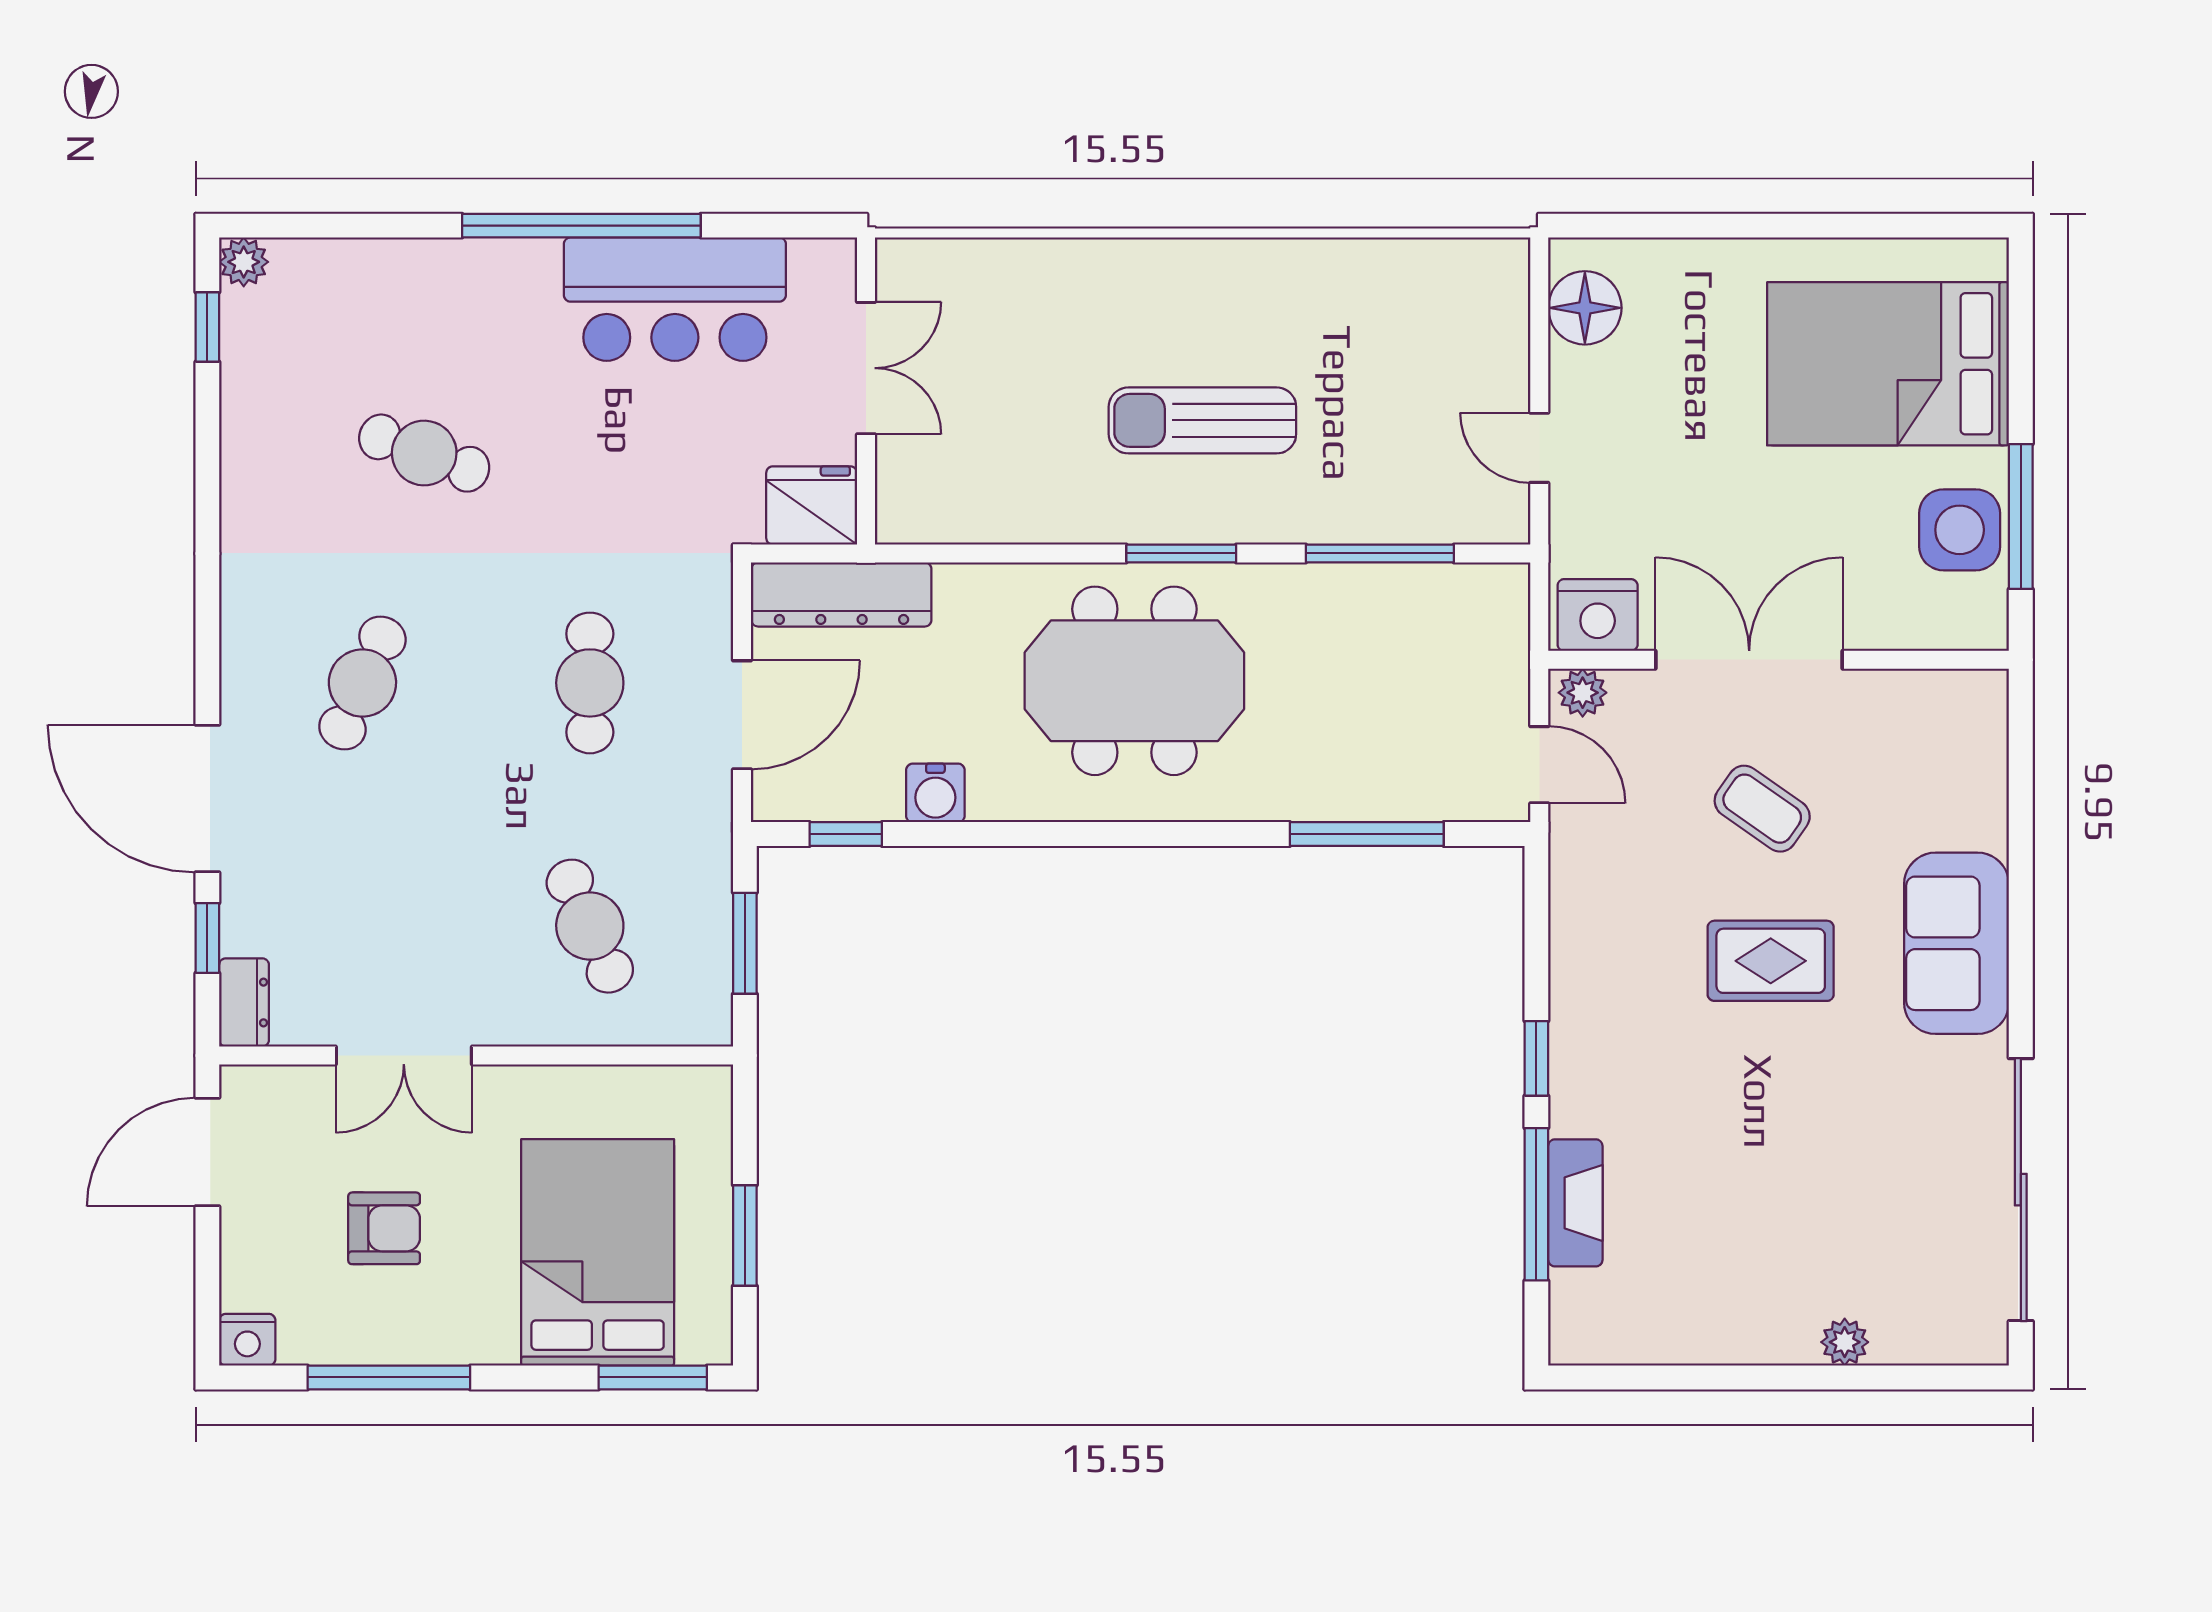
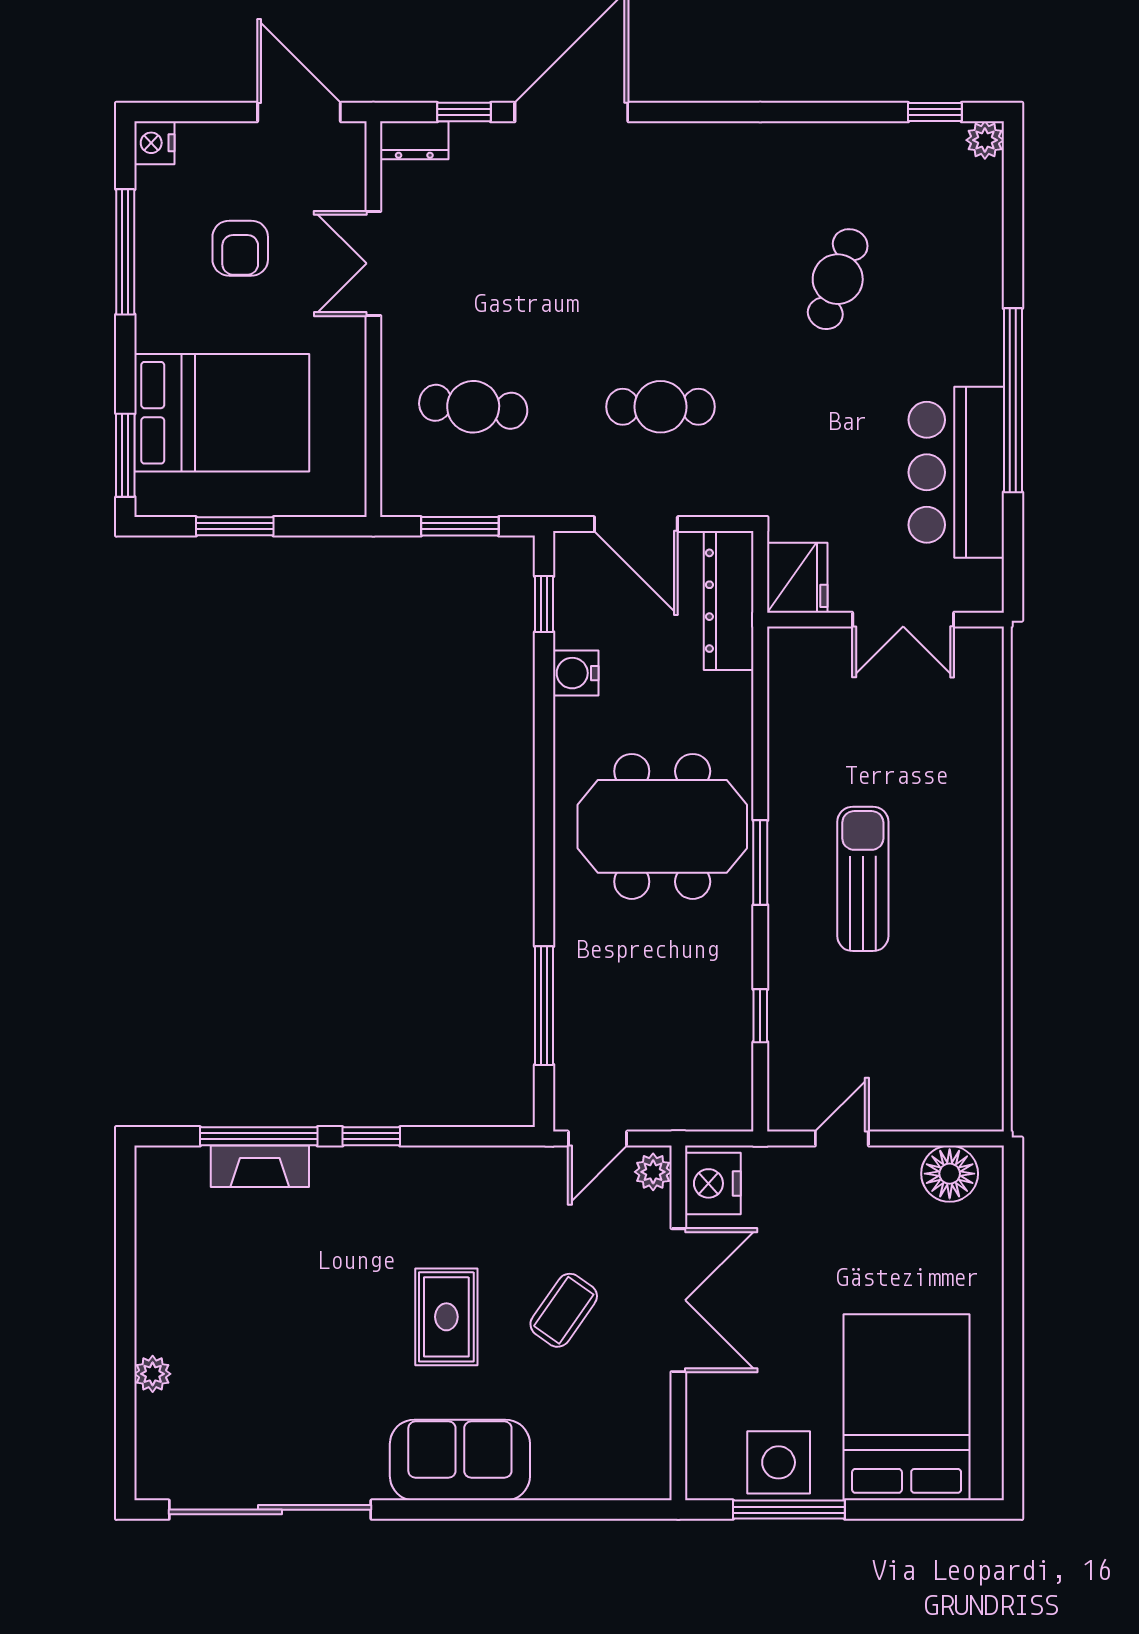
window: (1380, 553) -> (760, 1016), width x0.46
meeting table: (1134, 681) -> (662, 826), turned 90
cafe table: (362, 683) -> (660, 232), removed
cafe table: (590, 926) -> (473, 407), turned 30

